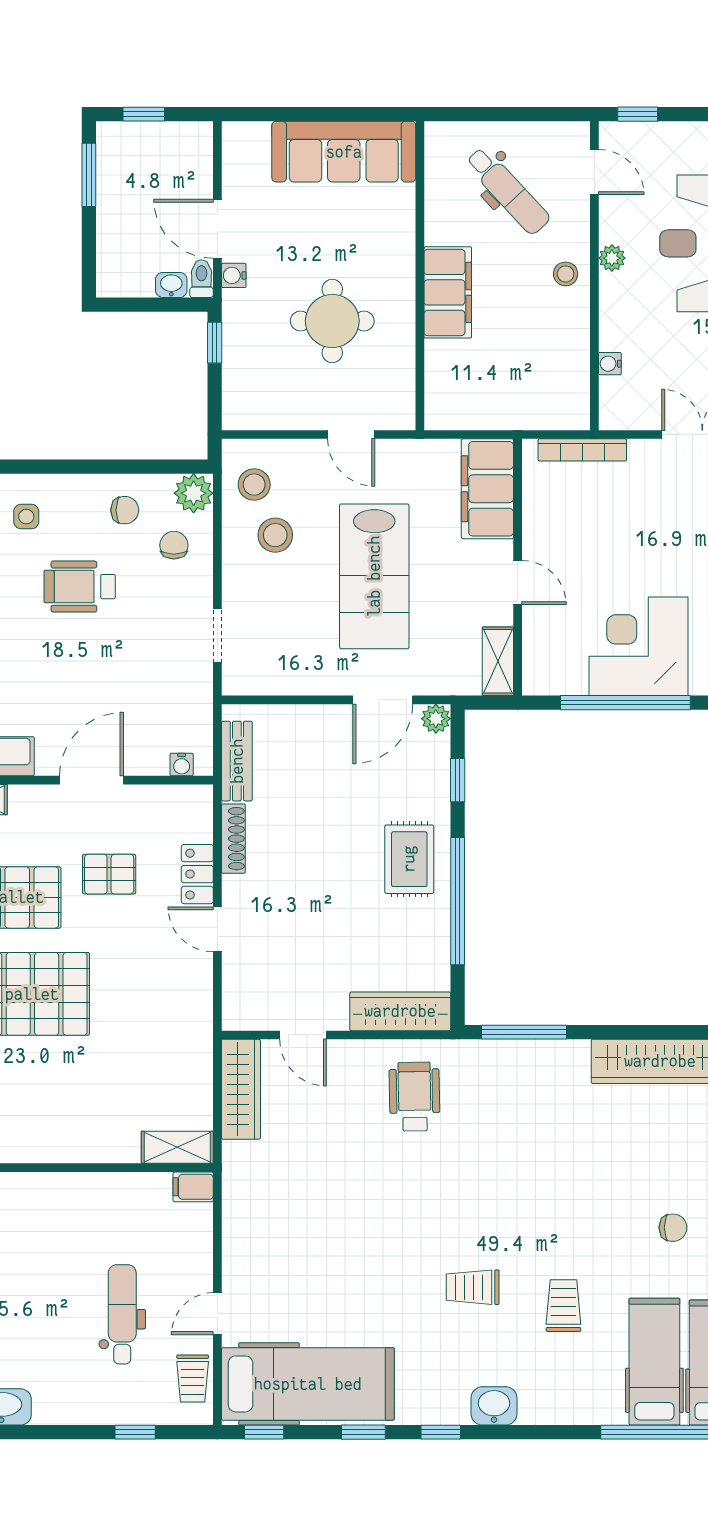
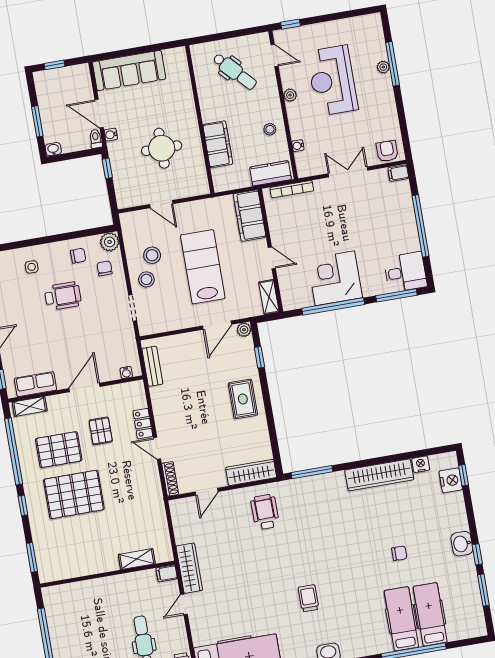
sofa: (344, 152) -> (129, 70), moved
window: (89, 175) -> (37, 121), moved
stool: (566, 274) -> (270, 129), moved
washbasin: (171, 285) -> (53, 149), moved
filing cabinet: (448, 292) -> (218, 144), moved
kitchen counter: (545, 410) -> (271, 173), added
door: (351, 434) -> (161, 204), moved
stool: (254, 485) -> (146, 279), moved
lab bench: (374, 576) -> (203, 267), turned 180
wheelchair: (80, 587) -> (63, 296), turned 180
shoe rack: (233, 839) -> (170, 479), moved
pallet: (109, 874) -> (101, 431), turned 90
window: (458, 901) -> (269, 415), removed
door: (303, 1035) -> (207, 492), hinge flipped
wardrobe: (241, 1089) -> (189, 568), moved
shelving: (177, 1147) -> (137, 559), moved
trolley: (473, 1287) -> (308, 598), turned 90
trolley: (563, 1306) -> (353, 600), removed
door: (217, 1314) -> (184, 604), moved

